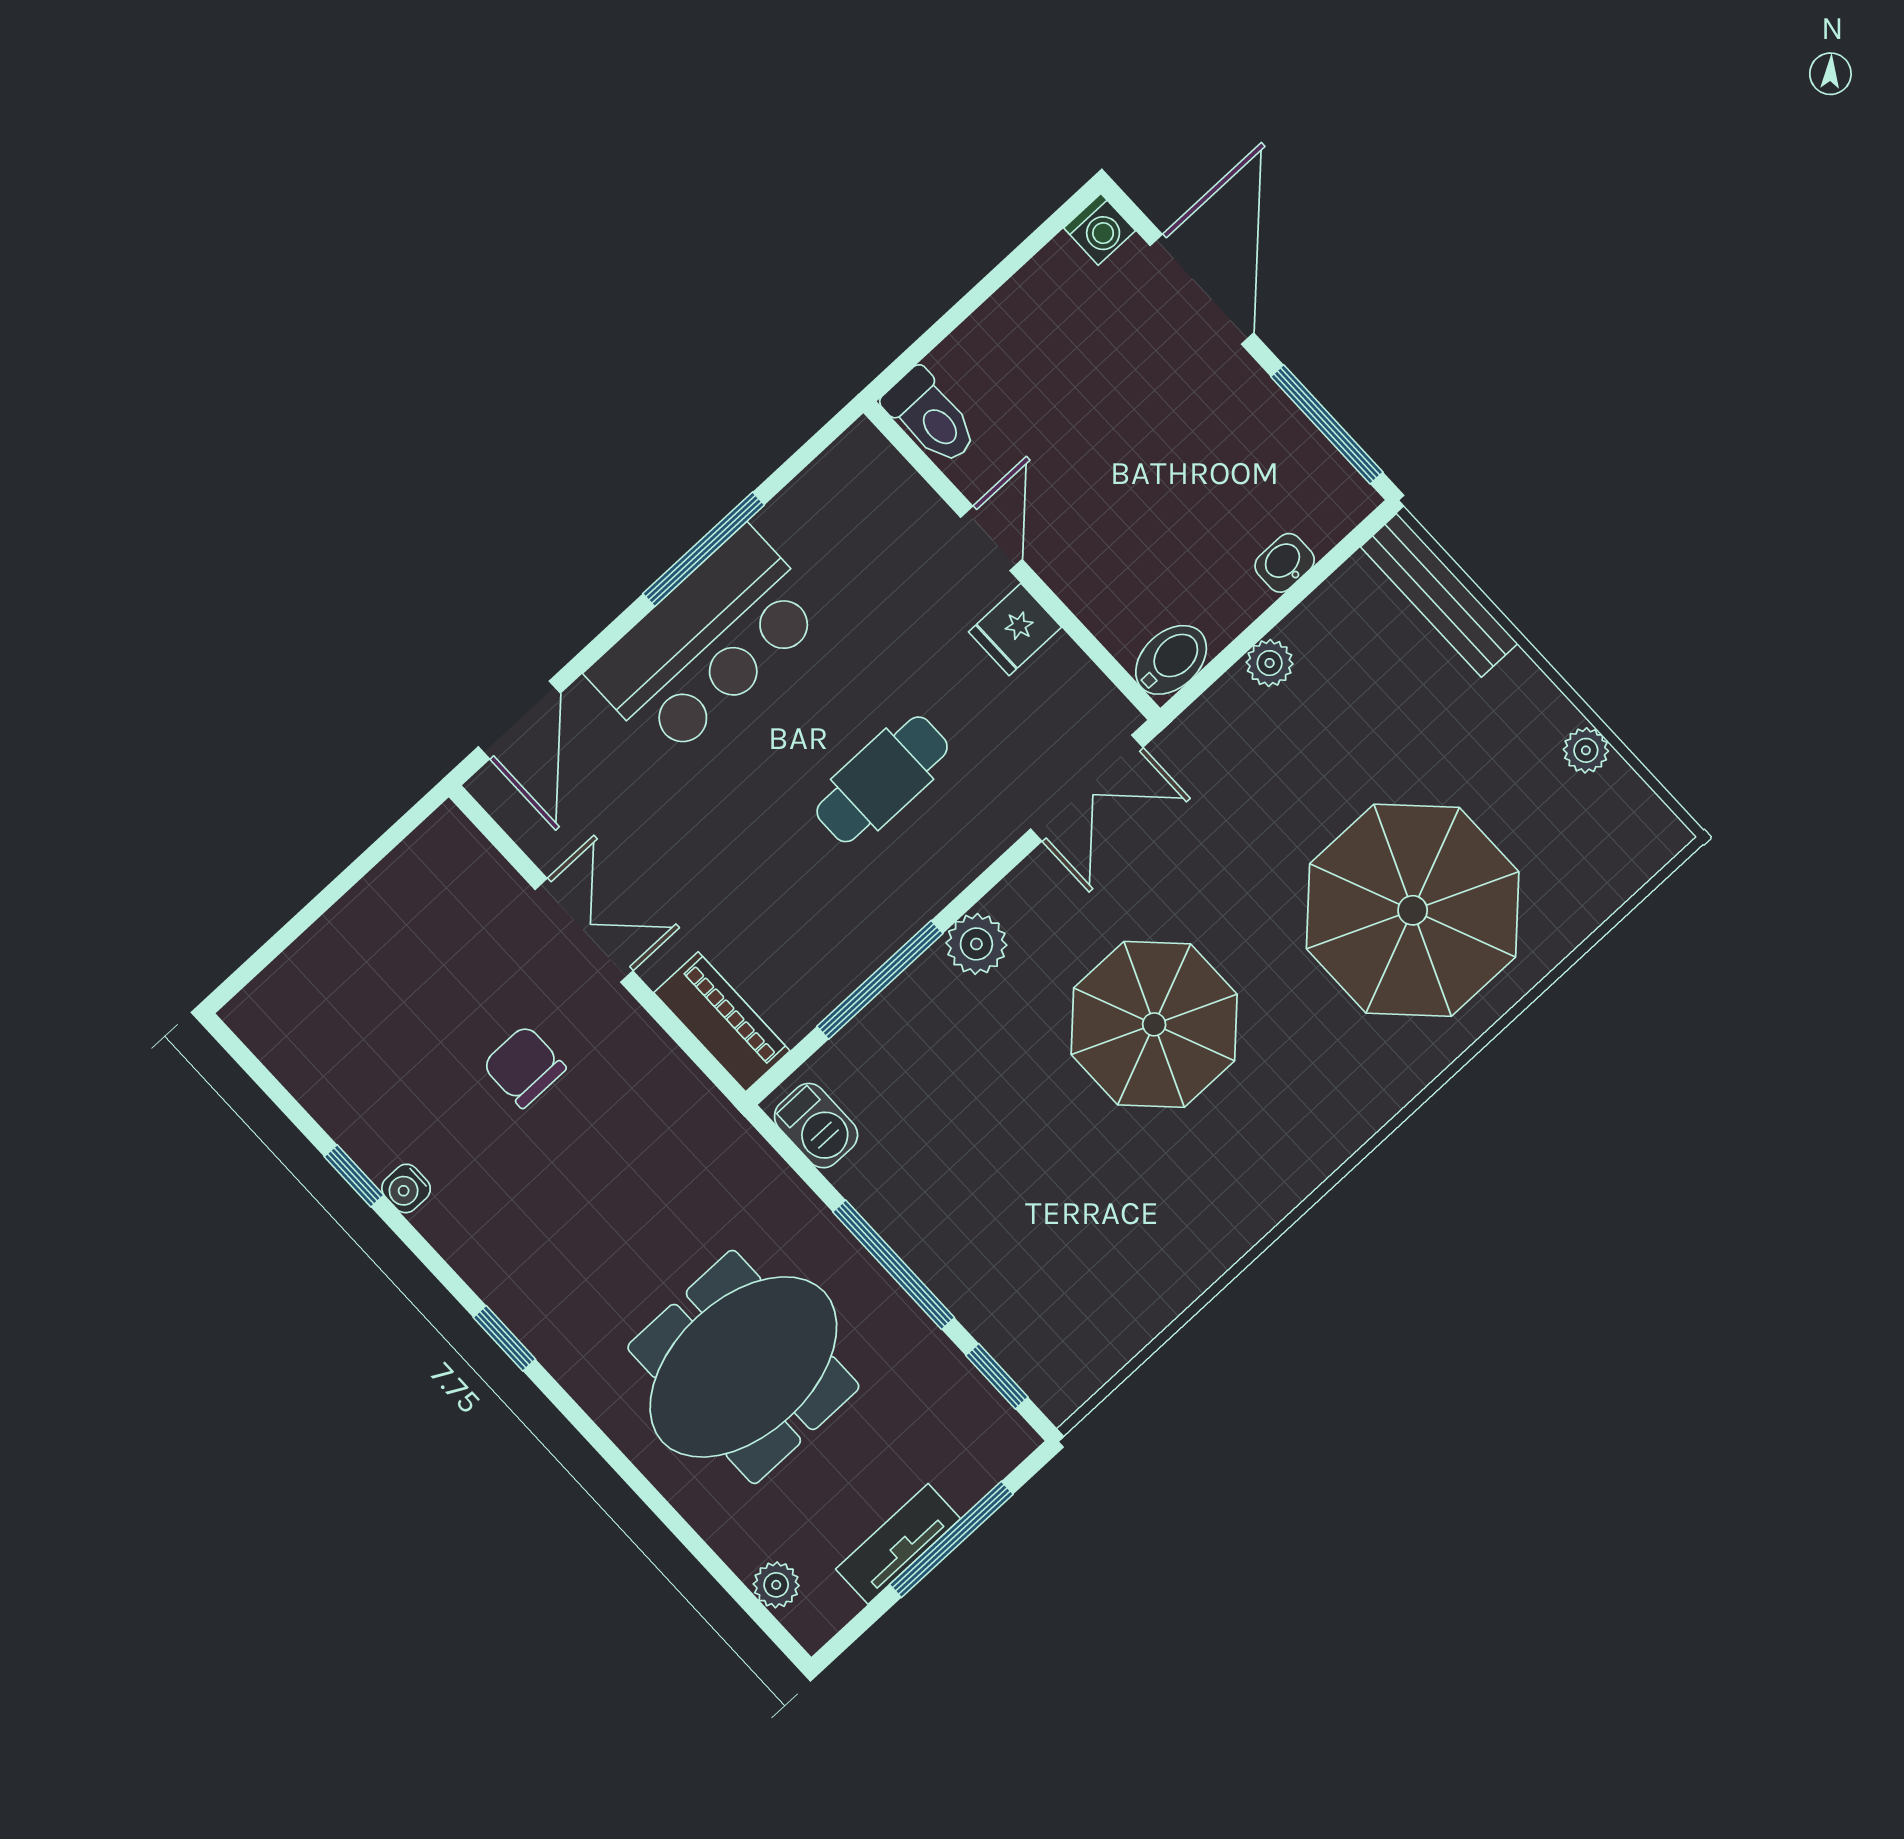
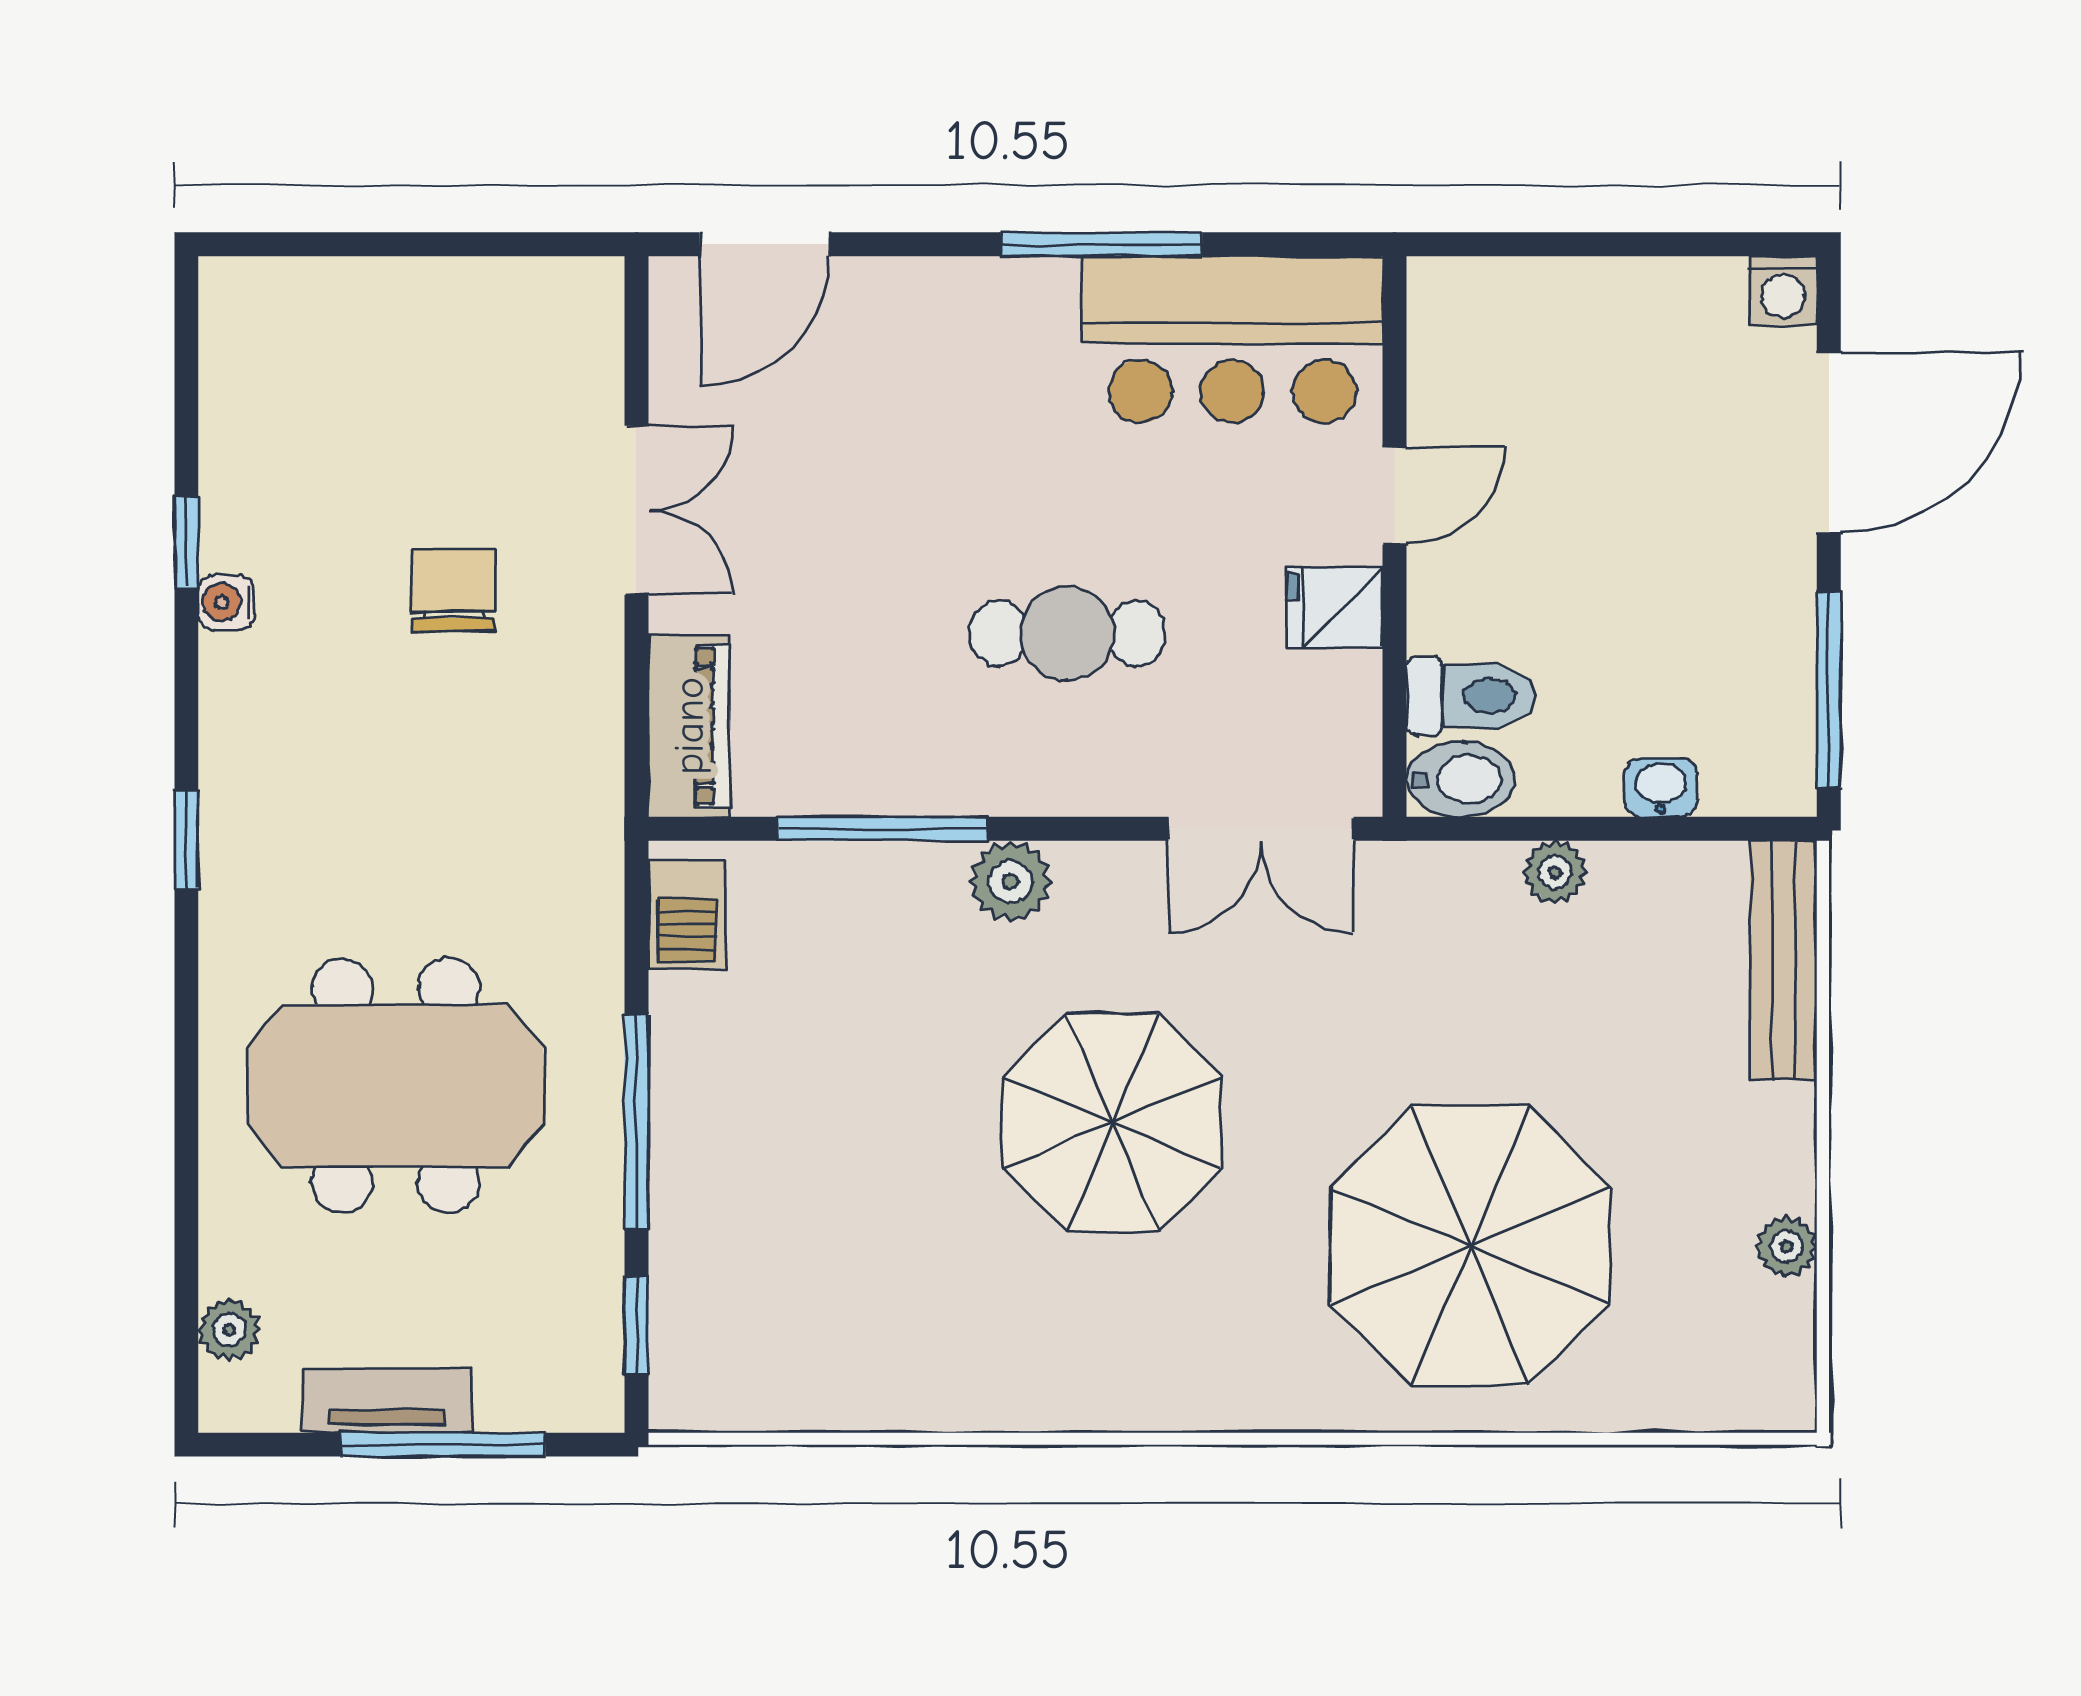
toilet: (931, 417) -> (1471, 696), moved, turned -90
bar counter: (707, 643) -> (1232, 340), moved

